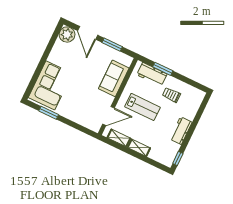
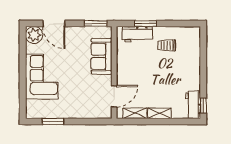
window: (112, 45) -> (96, 24), moved
corner sofa: (50, 85) -> (42, 77), moved
lab bench: (142, 107) -> (144, 71), removed
workbench: (181, 131) -> (193, 105), moved

